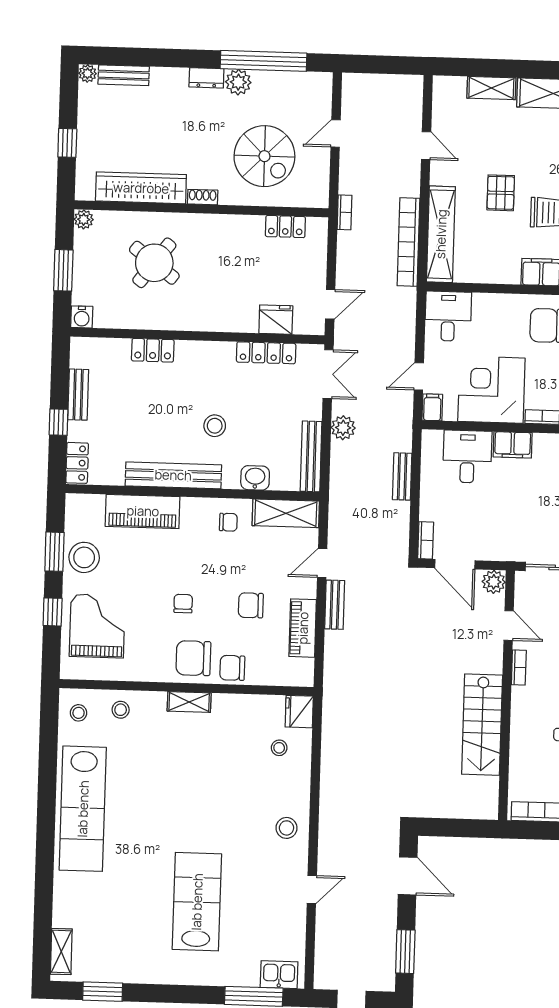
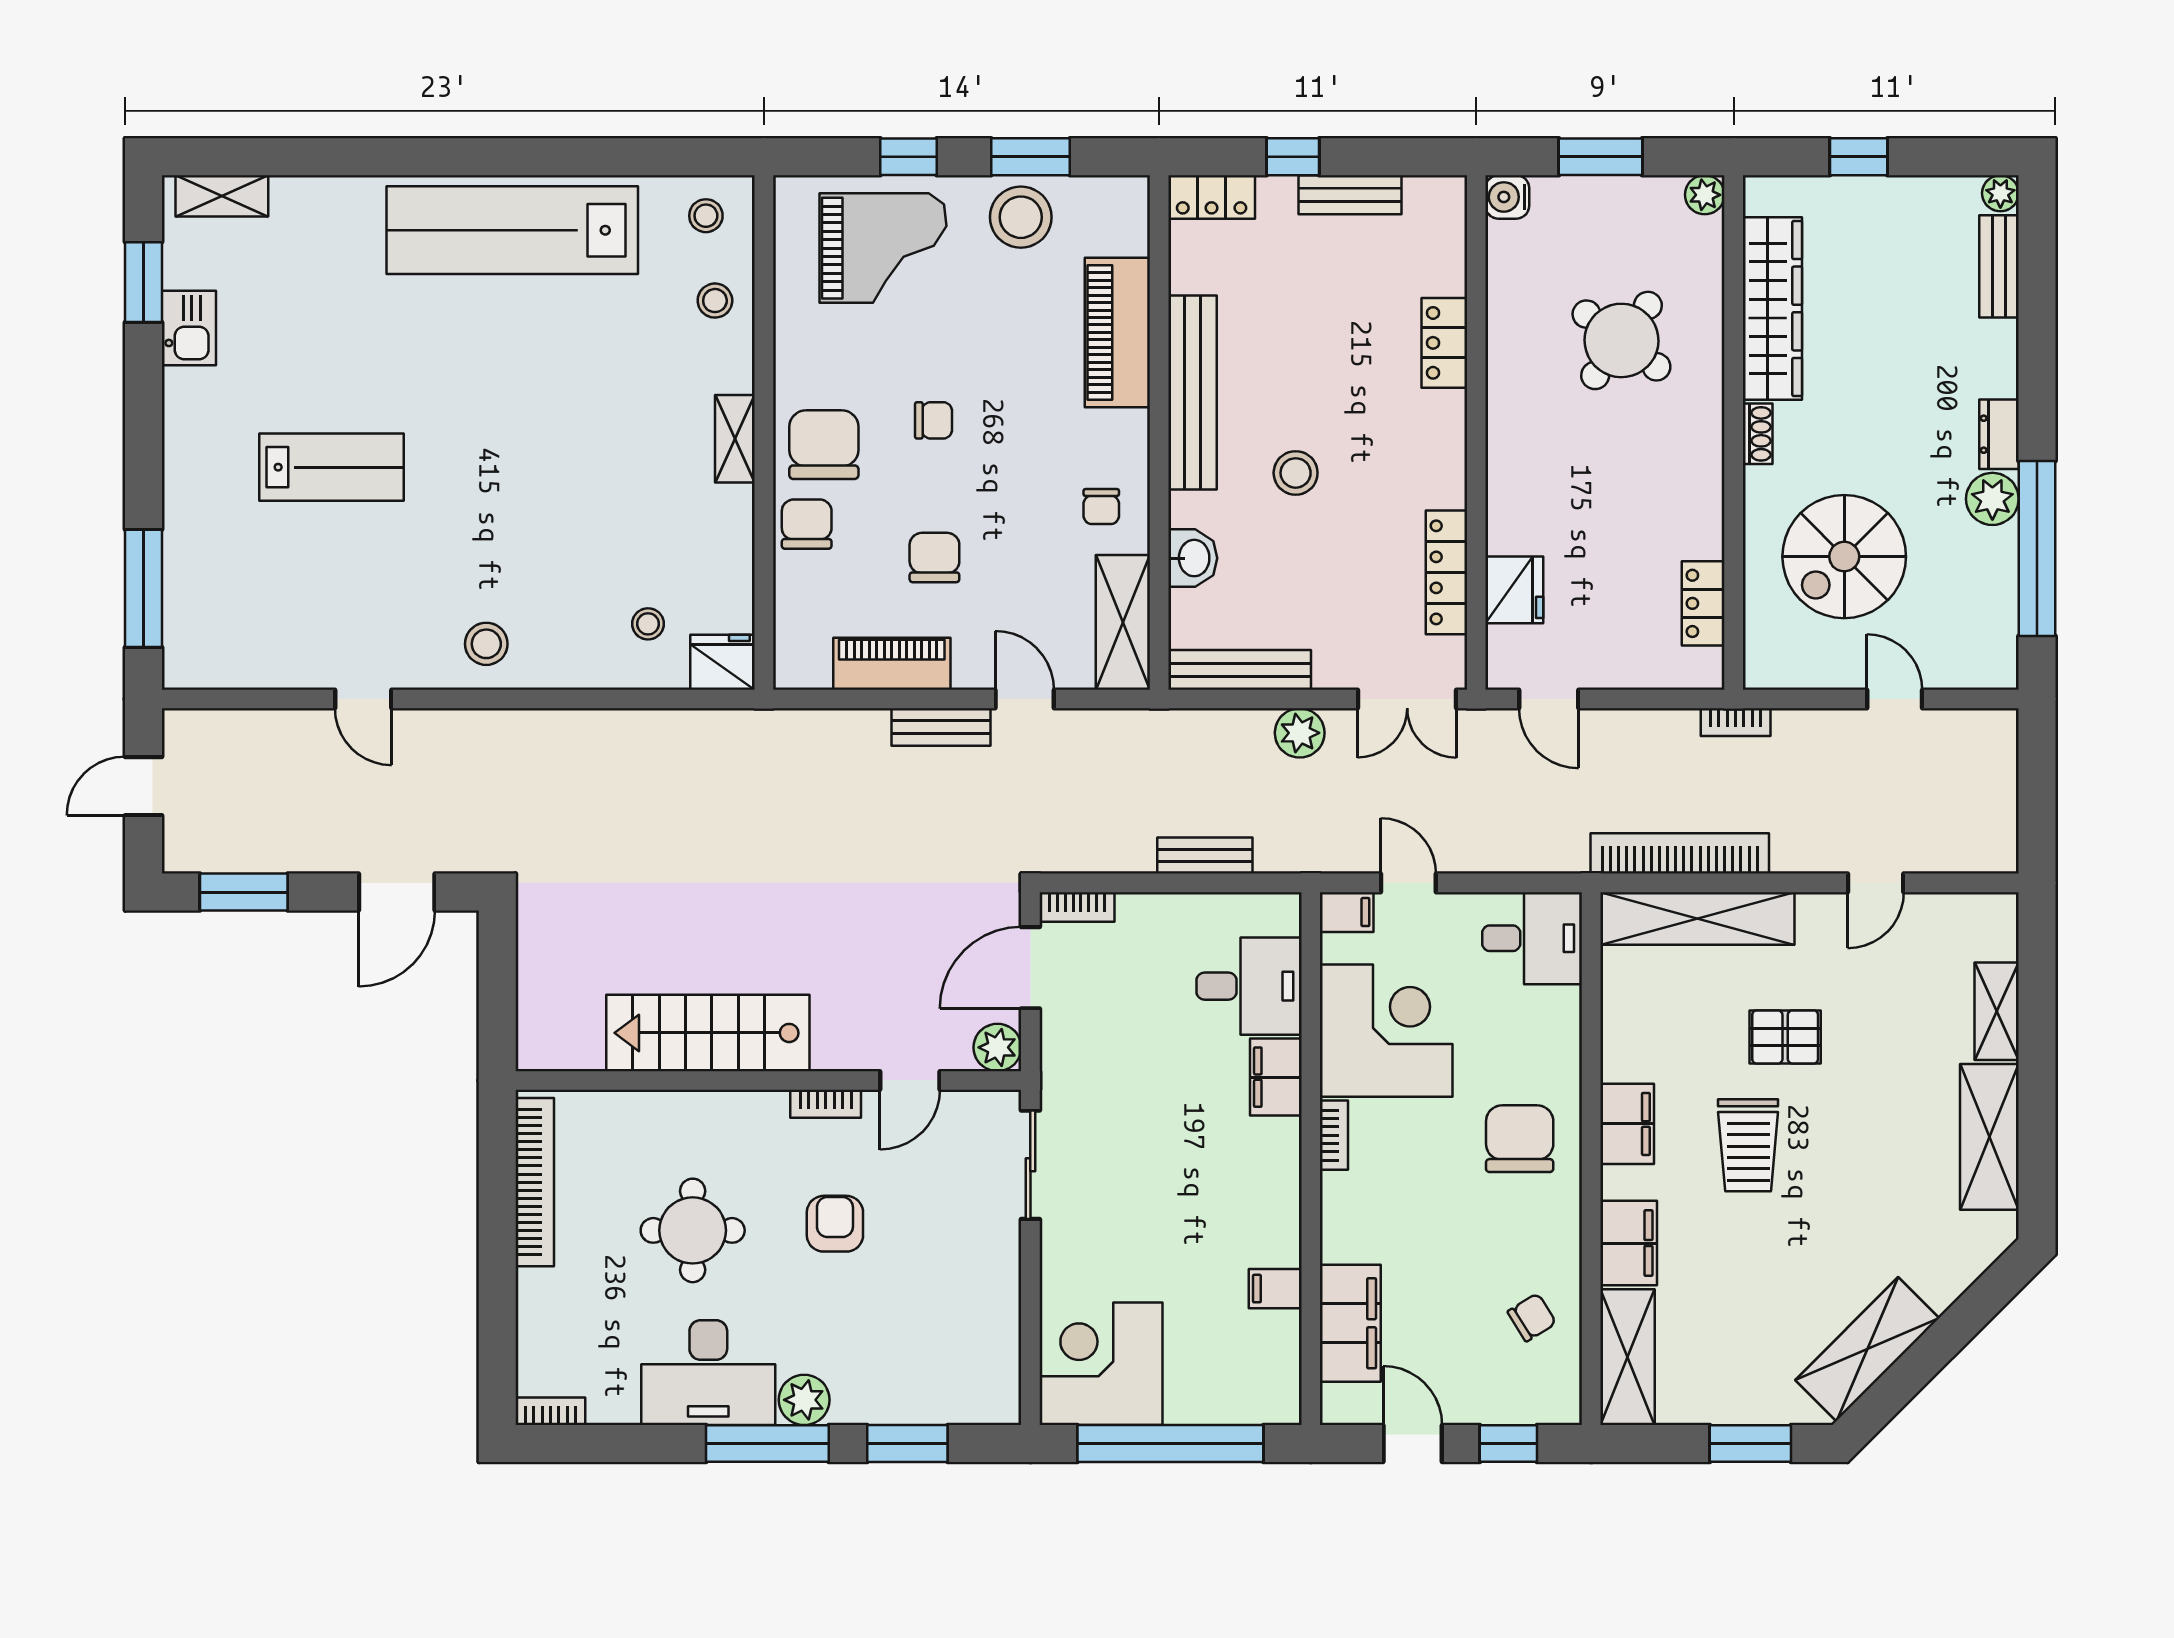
lab bench: (197, 902) -> (331, 467), width x0.73, depth x0.72
kitchen sink: (279, 975) -> (189, 328), moved

